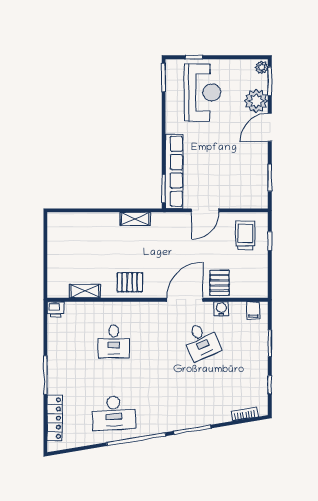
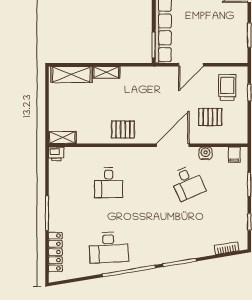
shelving: (135, 219) -> (106, 72), moved
shelving: (73, 221) -> (71, 74), added
pallet: (220, 283) -> (210, 117), moved, turned 90
shelving: (85, 291) -> (62, 137), moved

